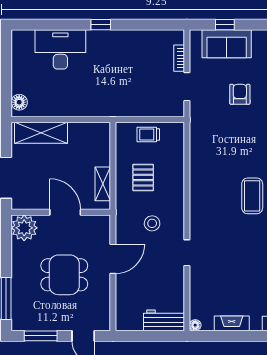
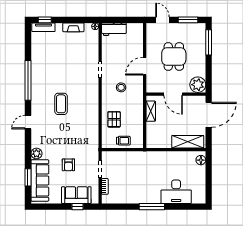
window: (101, 25) -> (152, 207), width x2.17
pallet: (143, 177) -> (114, 119), moved
dining table: (64, 275) -> (174, 57), turned 90

